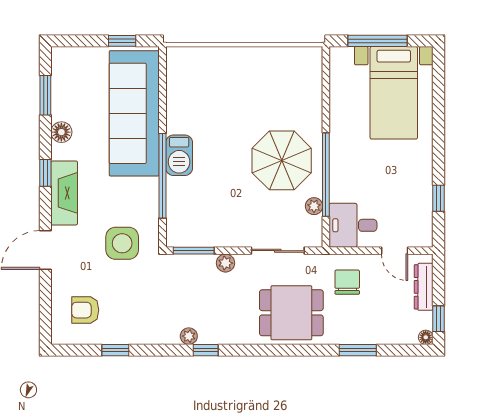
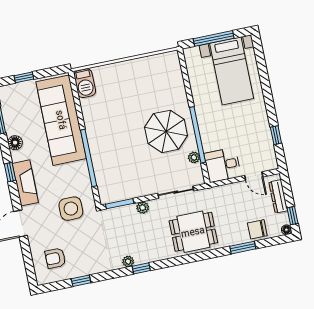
window: (122, 41) -> (24, 77), moved
barbecue: (179, 155) -> (85, 83), moved
chair: (347, 282) -> (257, 229), moved, turned -90

